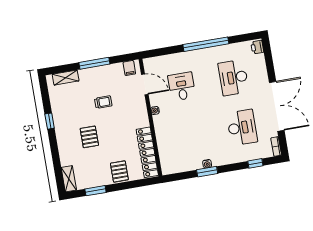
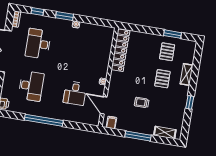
pallet: (119, 171) -> (167, 52), moved
window: (207, 172) -> (64, 16), moved
shelving: (69, 179) -> (186, 74), moved

